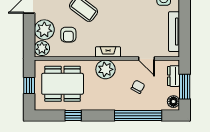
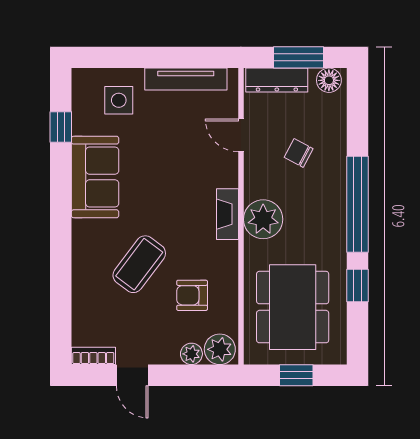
plant: (44, 30) -> (191, 354), width x0.53, depth x0.53
armchair: (68, 35) -> (192, 295), turned 180
door: (147, 59) -> (241, 135), swing flipped
dresser: (174, 76) -> (277, 80), width x1.44
window: (138, 116) -> (358, 204), moved

